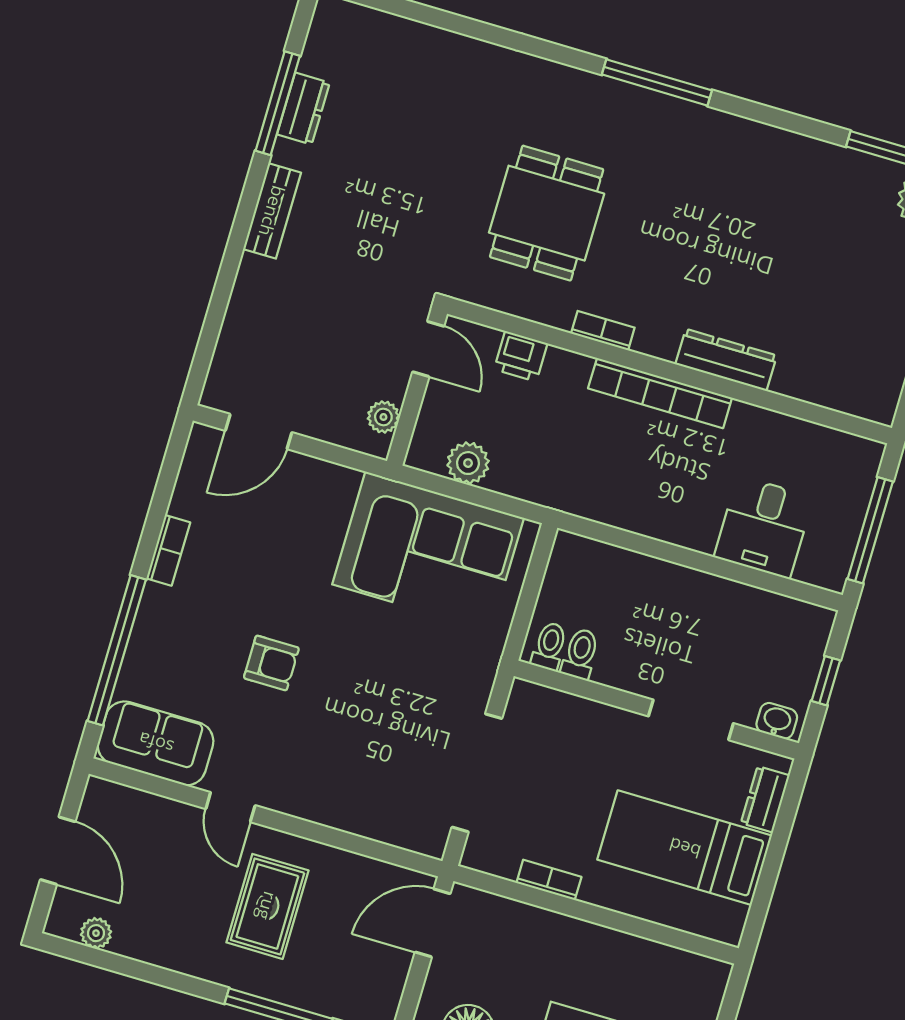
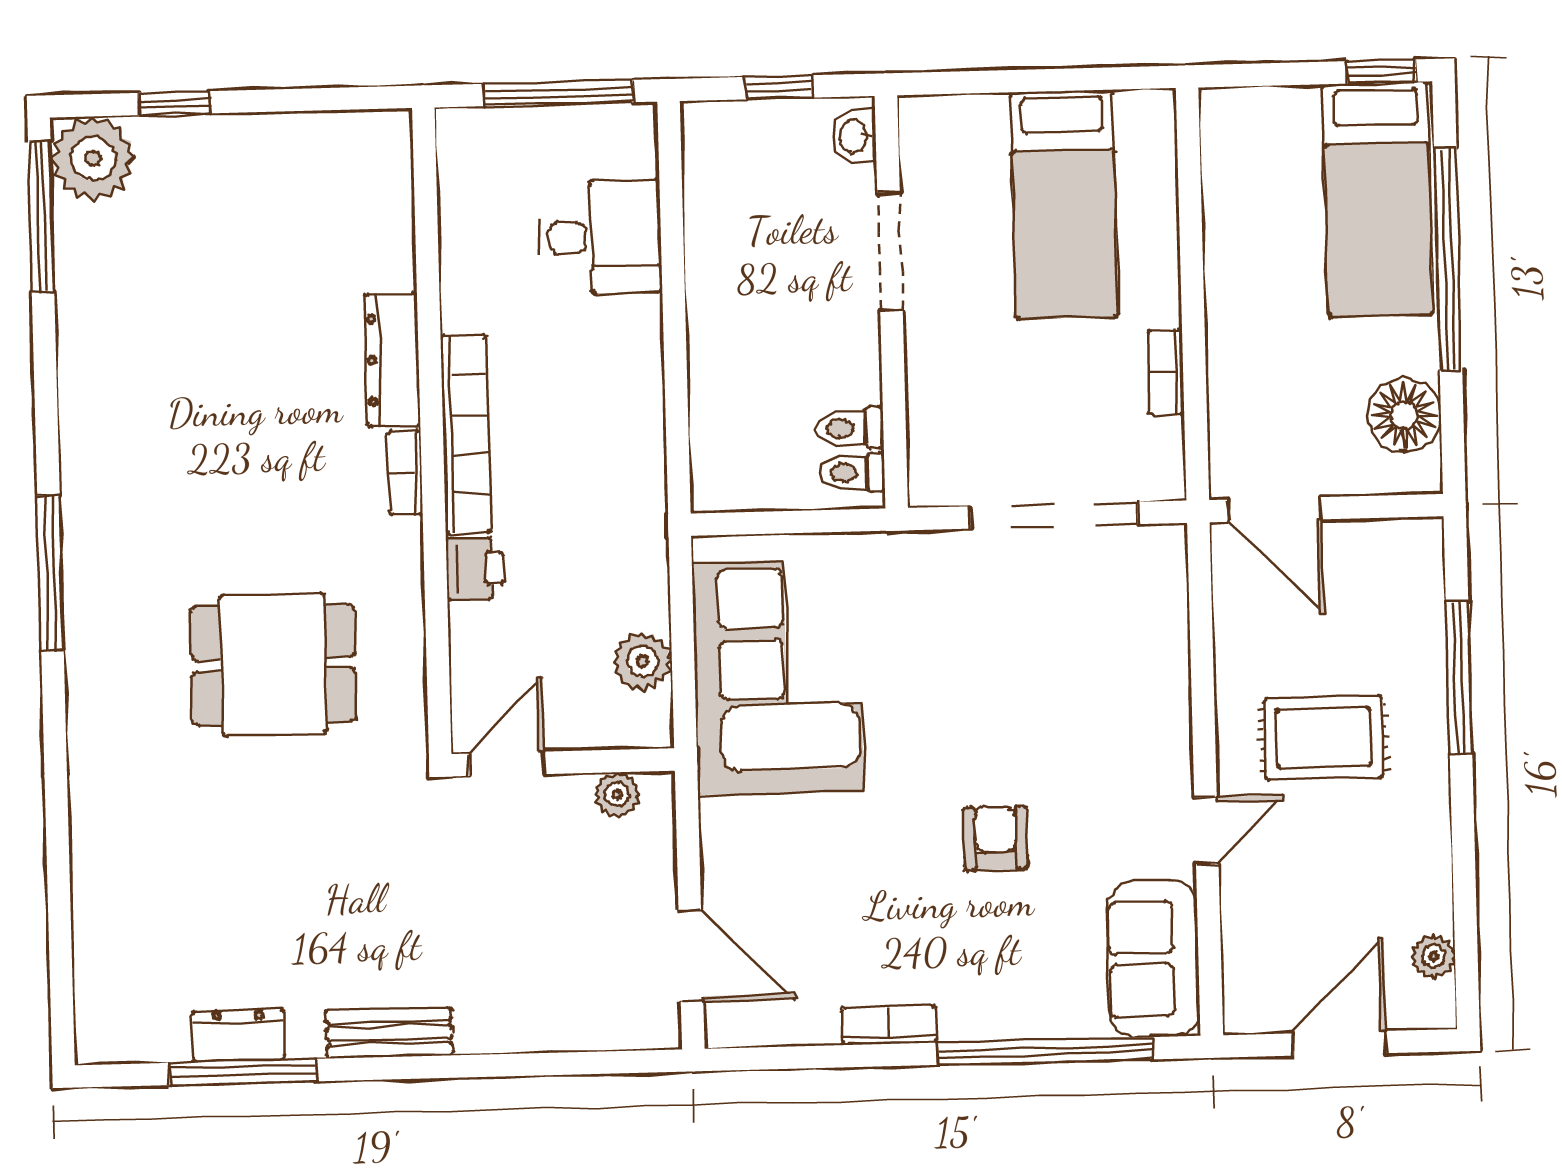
bookcase: (603, 331) -> (405, 473), moved
printer: (521, 356) -> (475, 569), moved
dresser: (765, 799) -> (964, 117), removed

